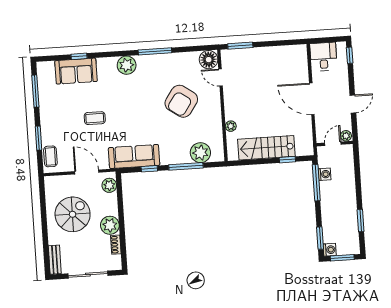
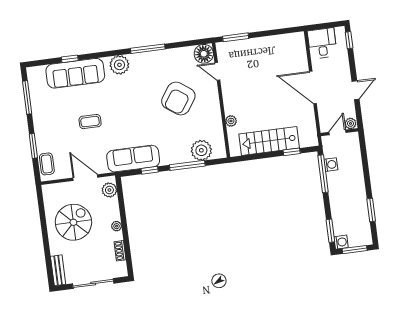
sofa: (76, 71) -> (75, 73), width x1.36
plant: (110, 225) -> (116, 226), width x0.53, depth x0.53

